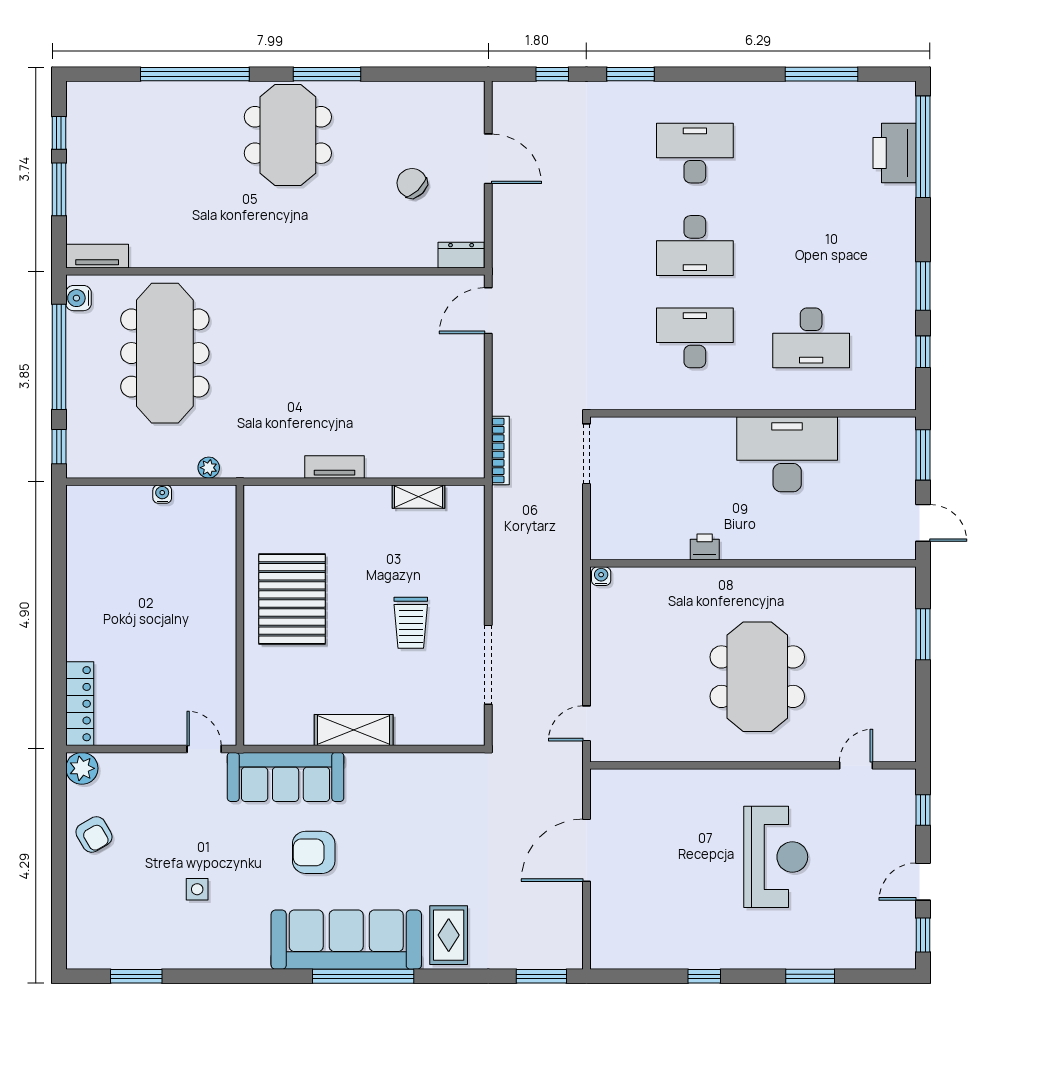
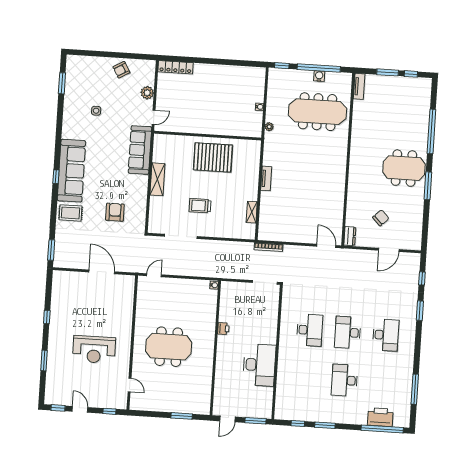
water cooler: (78, 298) -> (319, 76), moved
desk: (811, 338) -> (345, 380), moved
door: (586, 723) -> (154, 275), hinge flipped
plant: (82, 768) -> (147, 93), moved
armchair: (314, 852) -> (115, 212), moved
window: (363, 976) -> (56, 177), width x0.32

